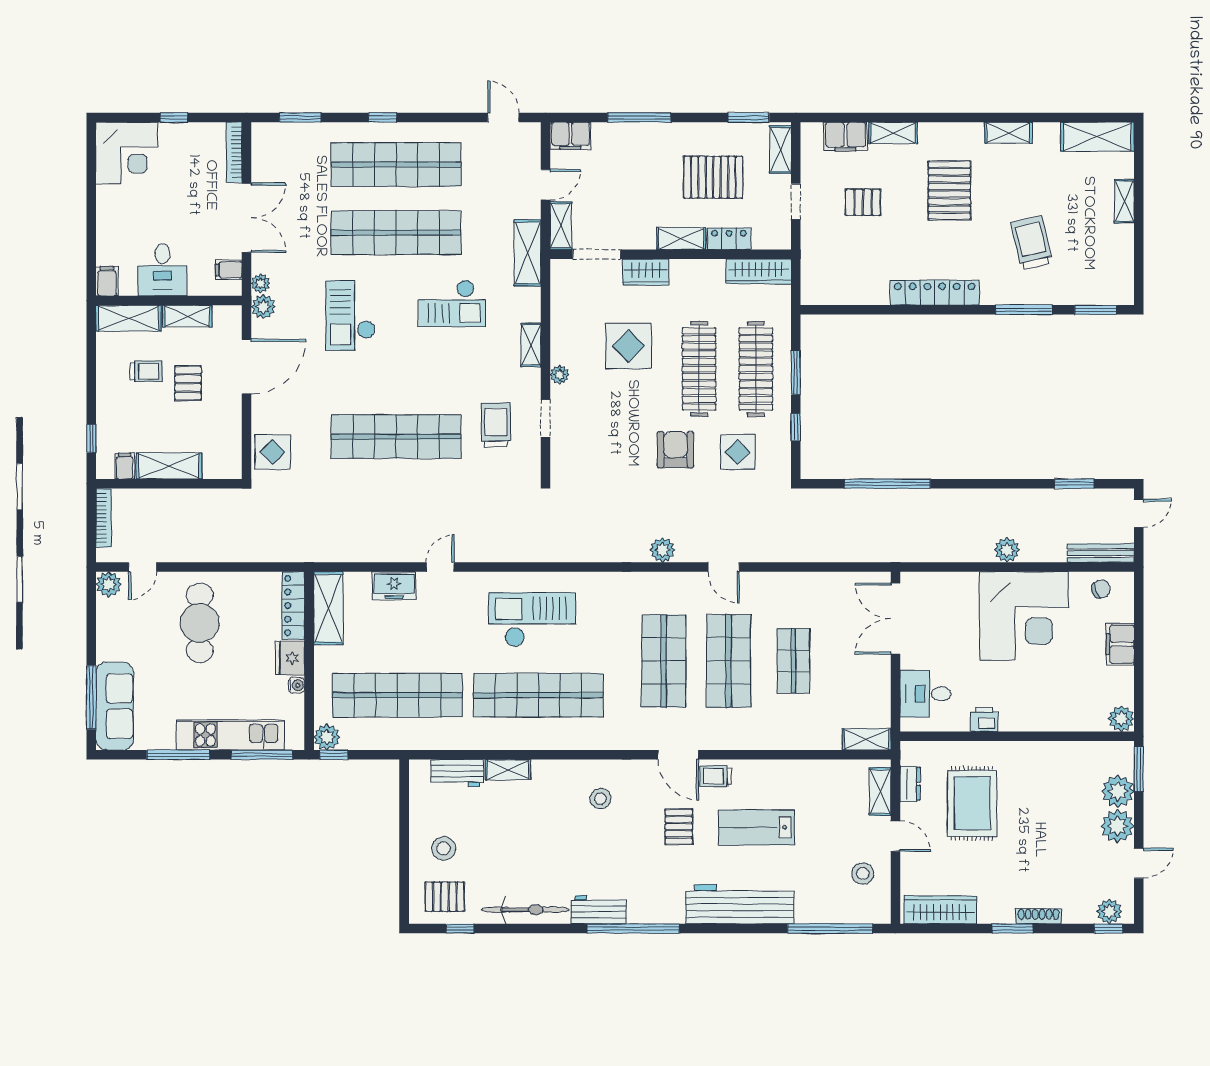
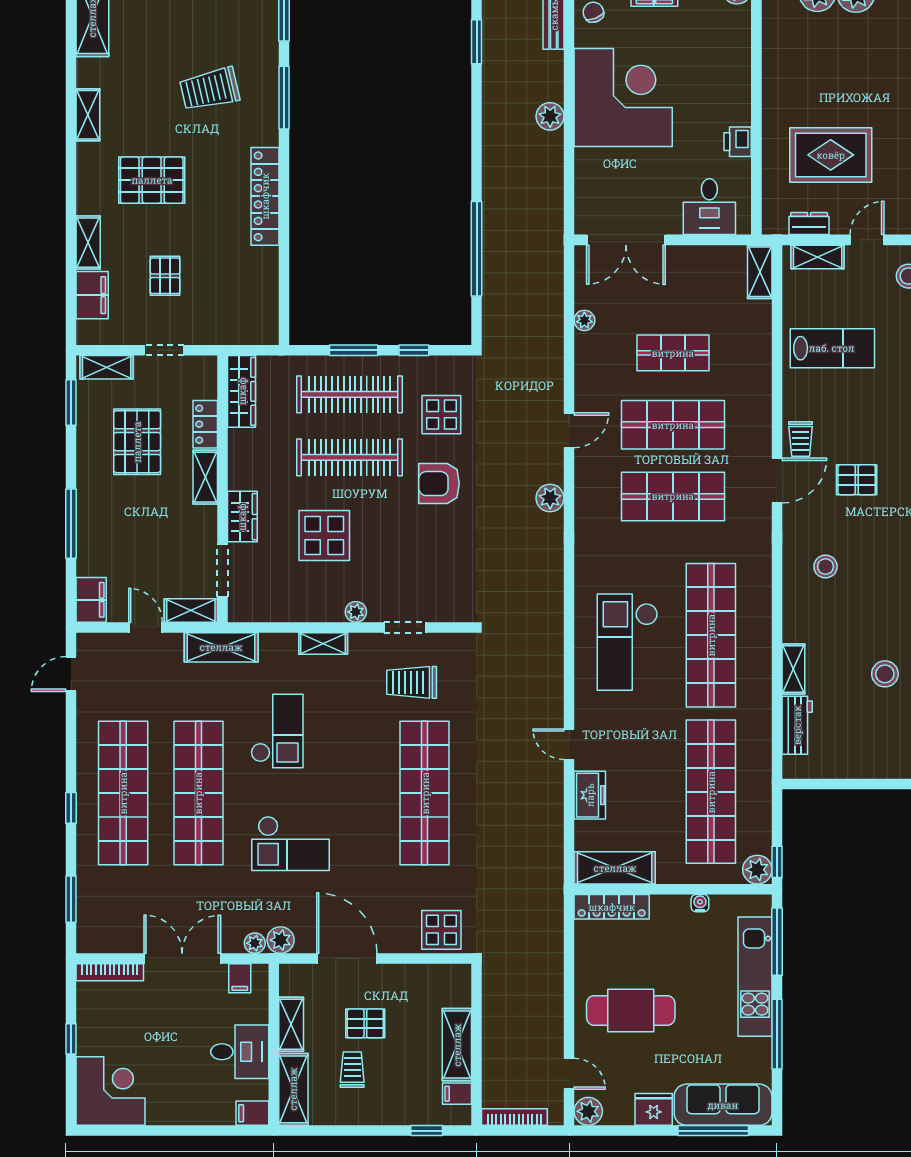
plant: (823, 581) -> (584, 320), added
fridge: (290, 658) -> (654, 1109), moved, turned 180
lab bench: (757, 827) -> (832, 348), moved, turned -90
stool: (444, 848) -> (885, 674), moved

